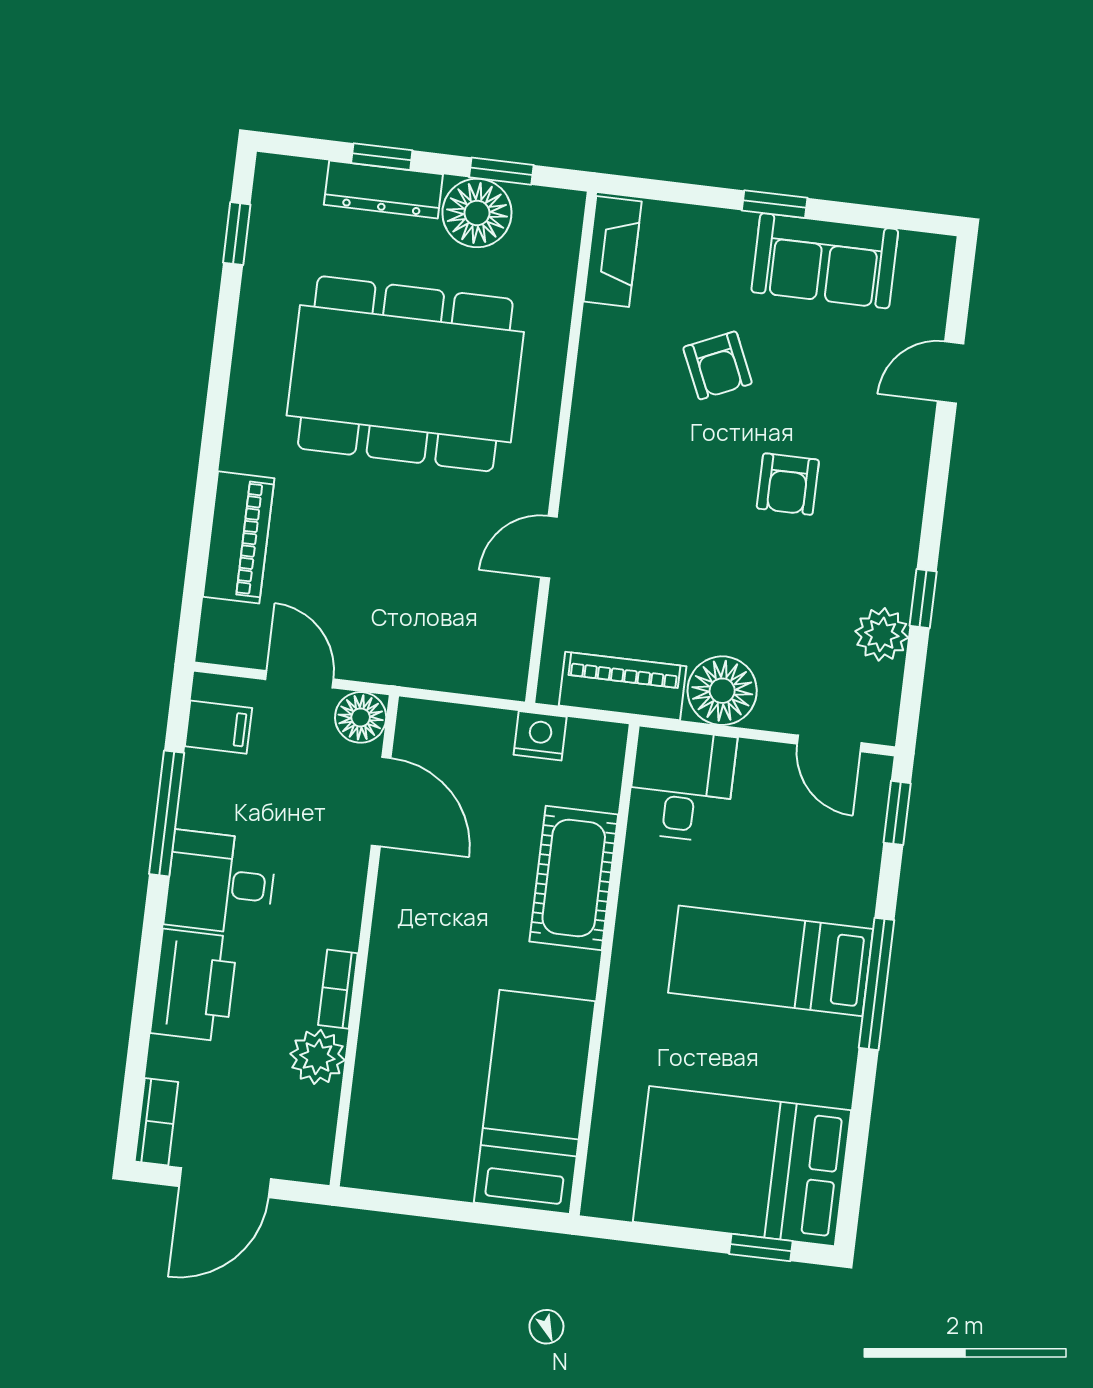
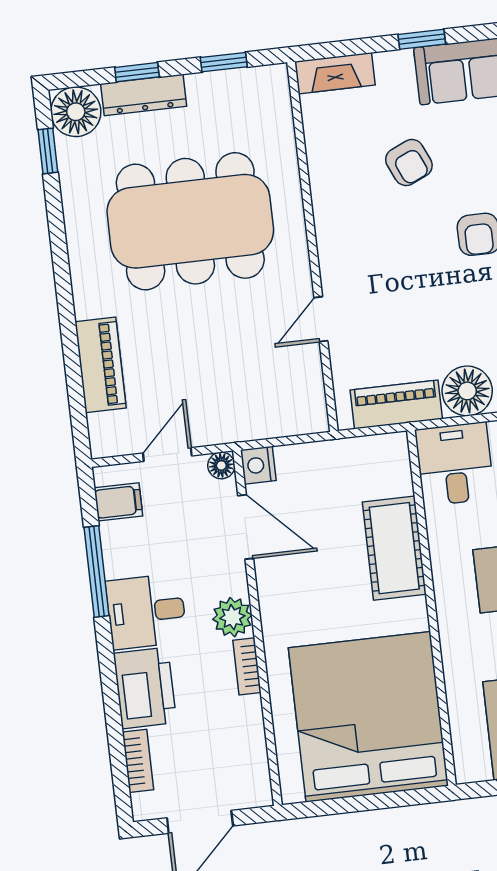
floor lamp: (477, 213) -> (76, 112), moved
fireplace: (613, 252) -> (335, 73), moved, turned 90
door: (300, 679) -> (167, 454), hinge flipped
floor lamp: (361, 717) -> (221, 465), width x0.73, depth x0.73
nightstand: (540, 736) -> (258, 465), moved, turned -90
plant: (317, 1057) -> (232, 617), moved
bed: (535, 1102) -> (368, 717), width x2.04
bookcase: (156, 1122) -> (138, 761), moved

